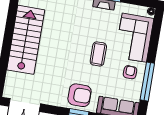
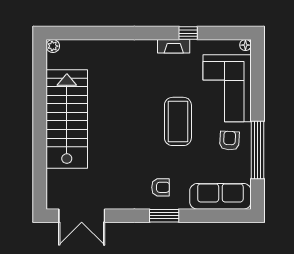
coffee table: (98, 54) -> (178, 121), width x1.36, depth x1.32
armchair: (80, 95) -> (161, 187), width x0.53, depth x0.53

